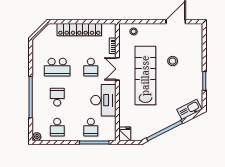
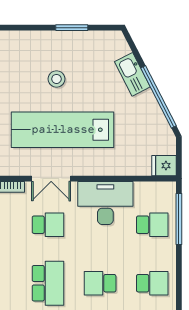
stool: (173, 61) -> (56, 79), moved
kitchen sink: (189, 109) -> (132, 74), moved

